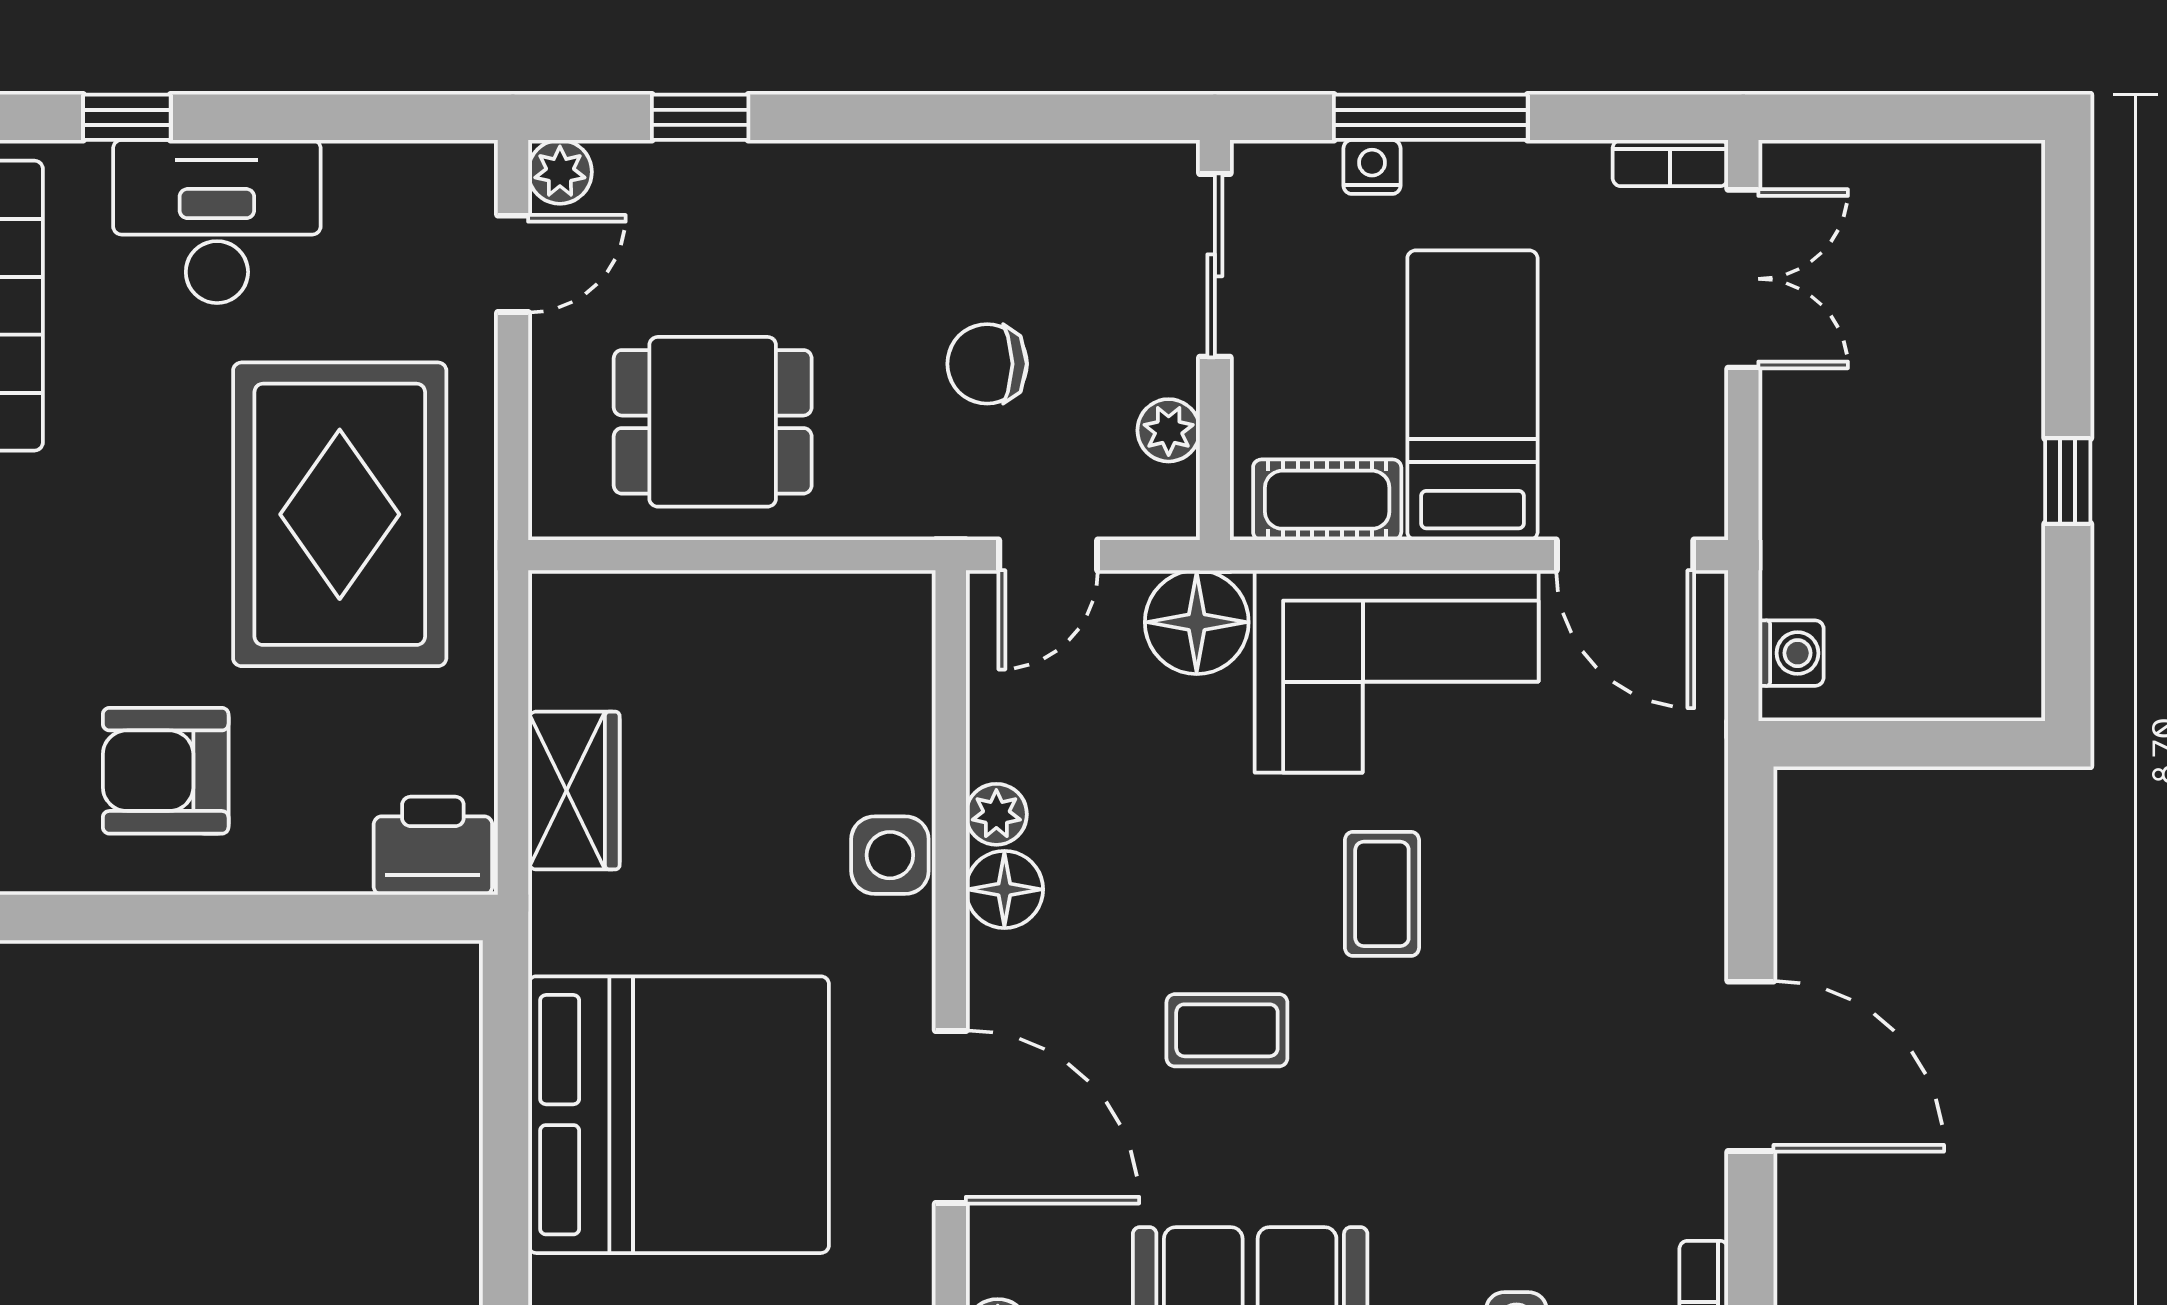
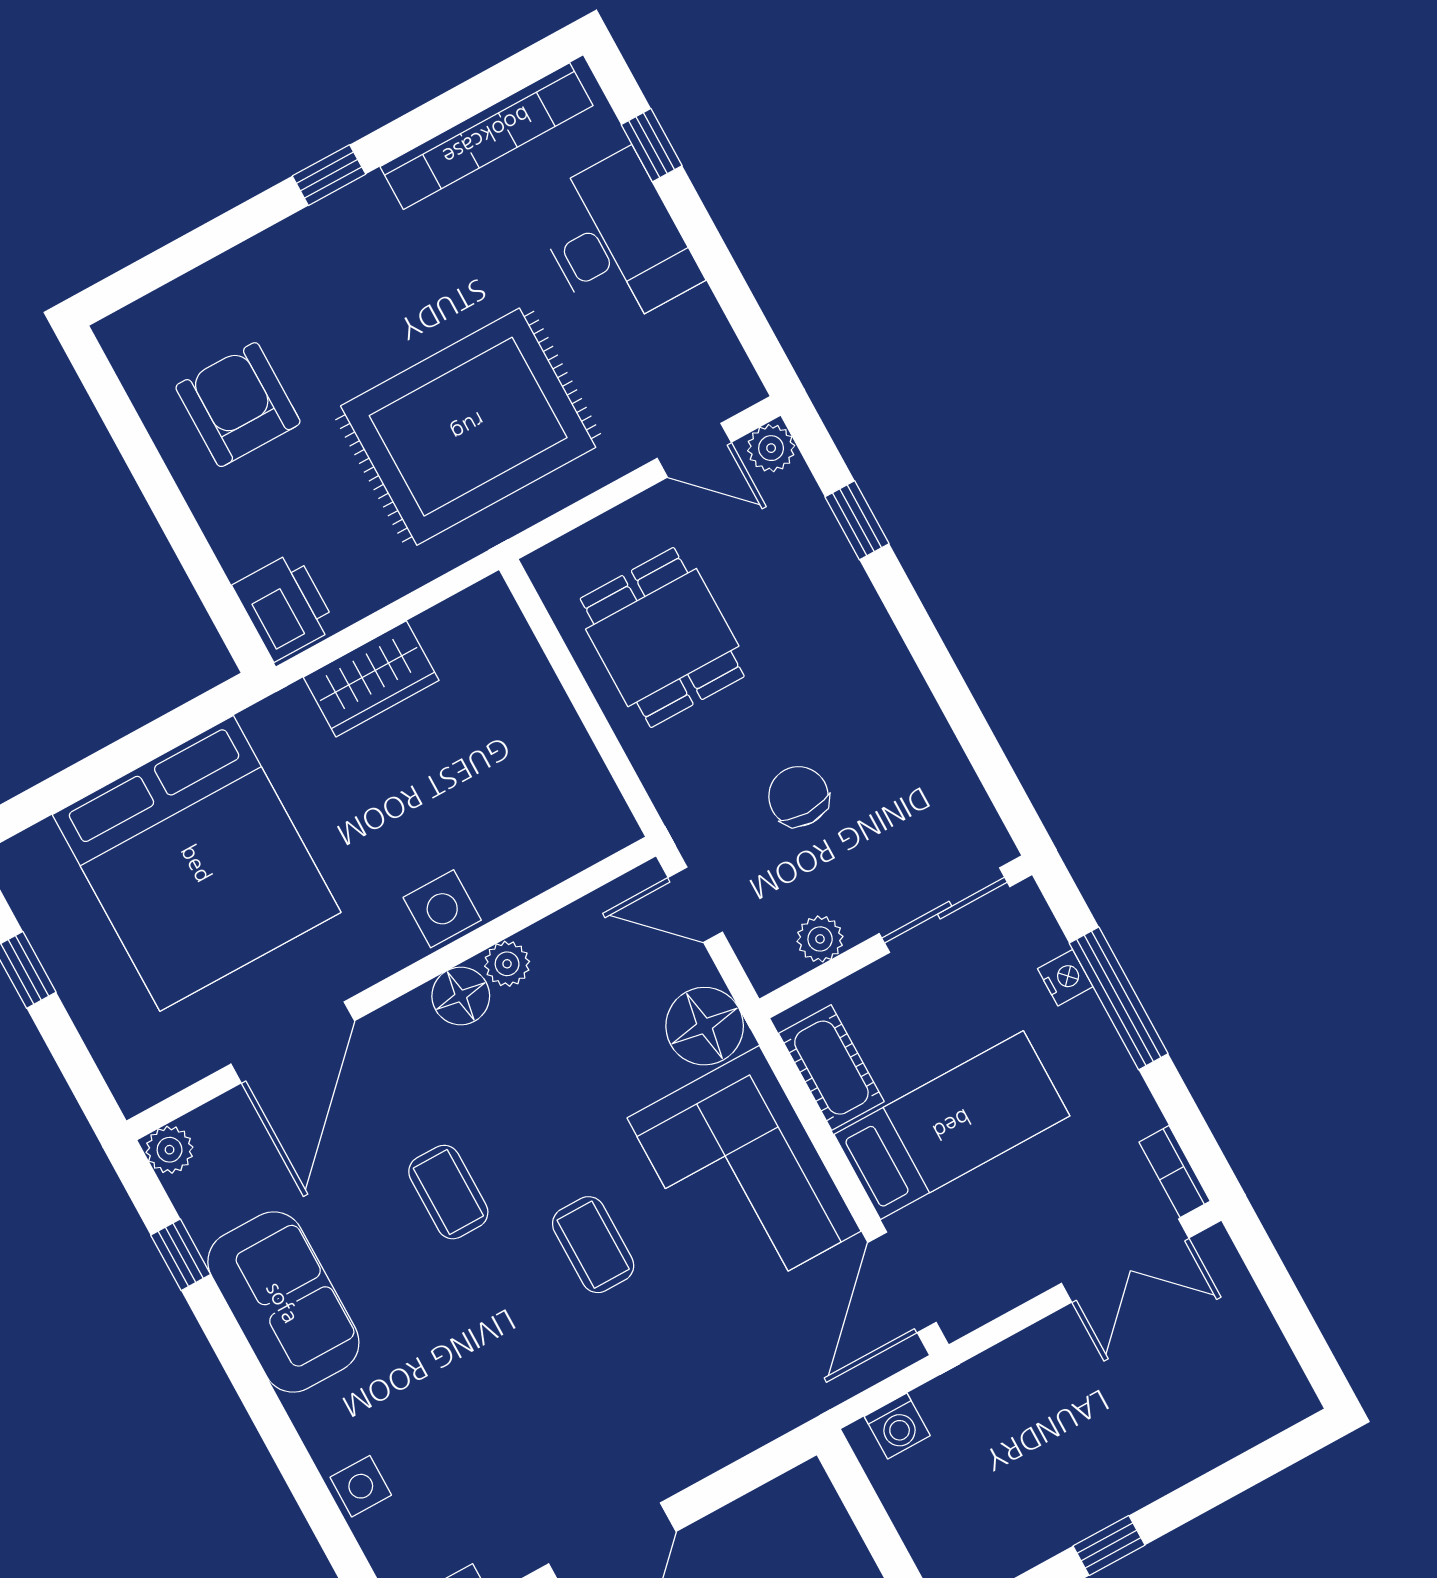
coffee table: (1382, 894) -> (593, 1245), turned 90

